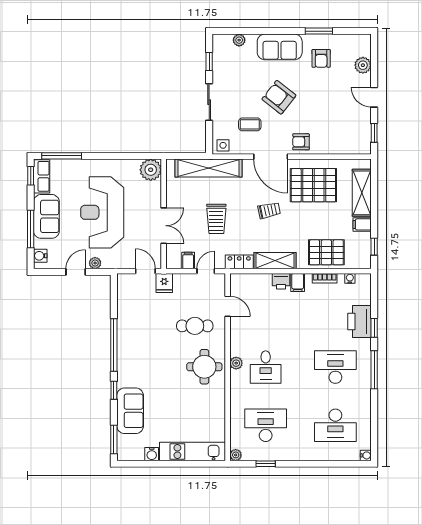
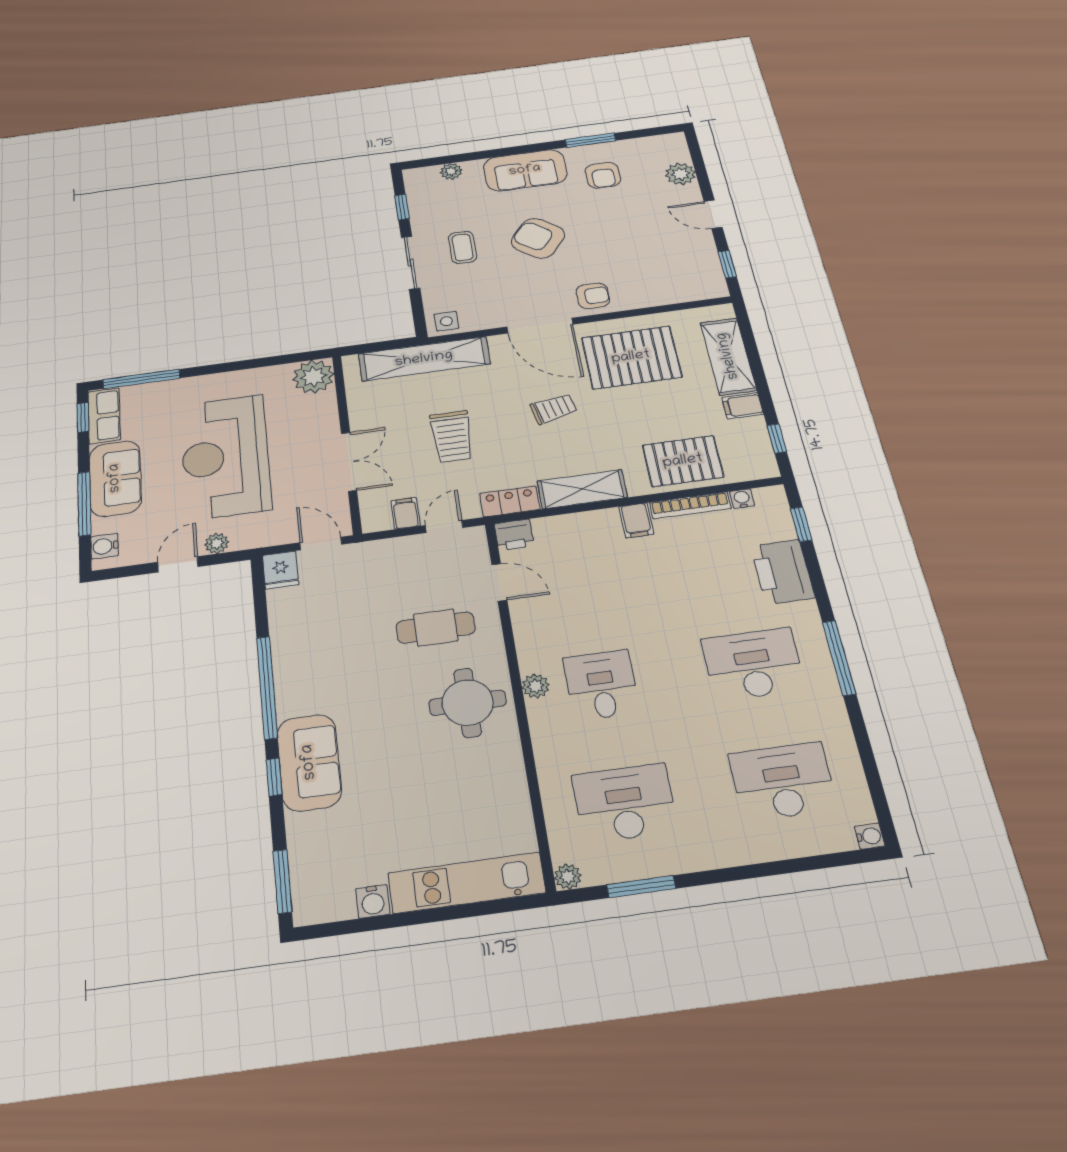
coffee table: (250, 124) -> (463, 247), moved, turned 90
armchair: (301, 142) -> (593, 296), turned 180
bookcase: (325, 278) -> (690, 505), width x1.56
printer: (281, 281) -> (514, 535), moved
fridge: (164, 283) -> (281, 570), moved
window: (374, 328) -> (801, 524), moved
desk: (266, 367) -> (601, 685), turned 180
sofa: (130, 411) -> (309, 762), moved
desk: (335, 425) -> (783, 781), turned 180
window: (266, 464) -> (641, 887), width x1.50

